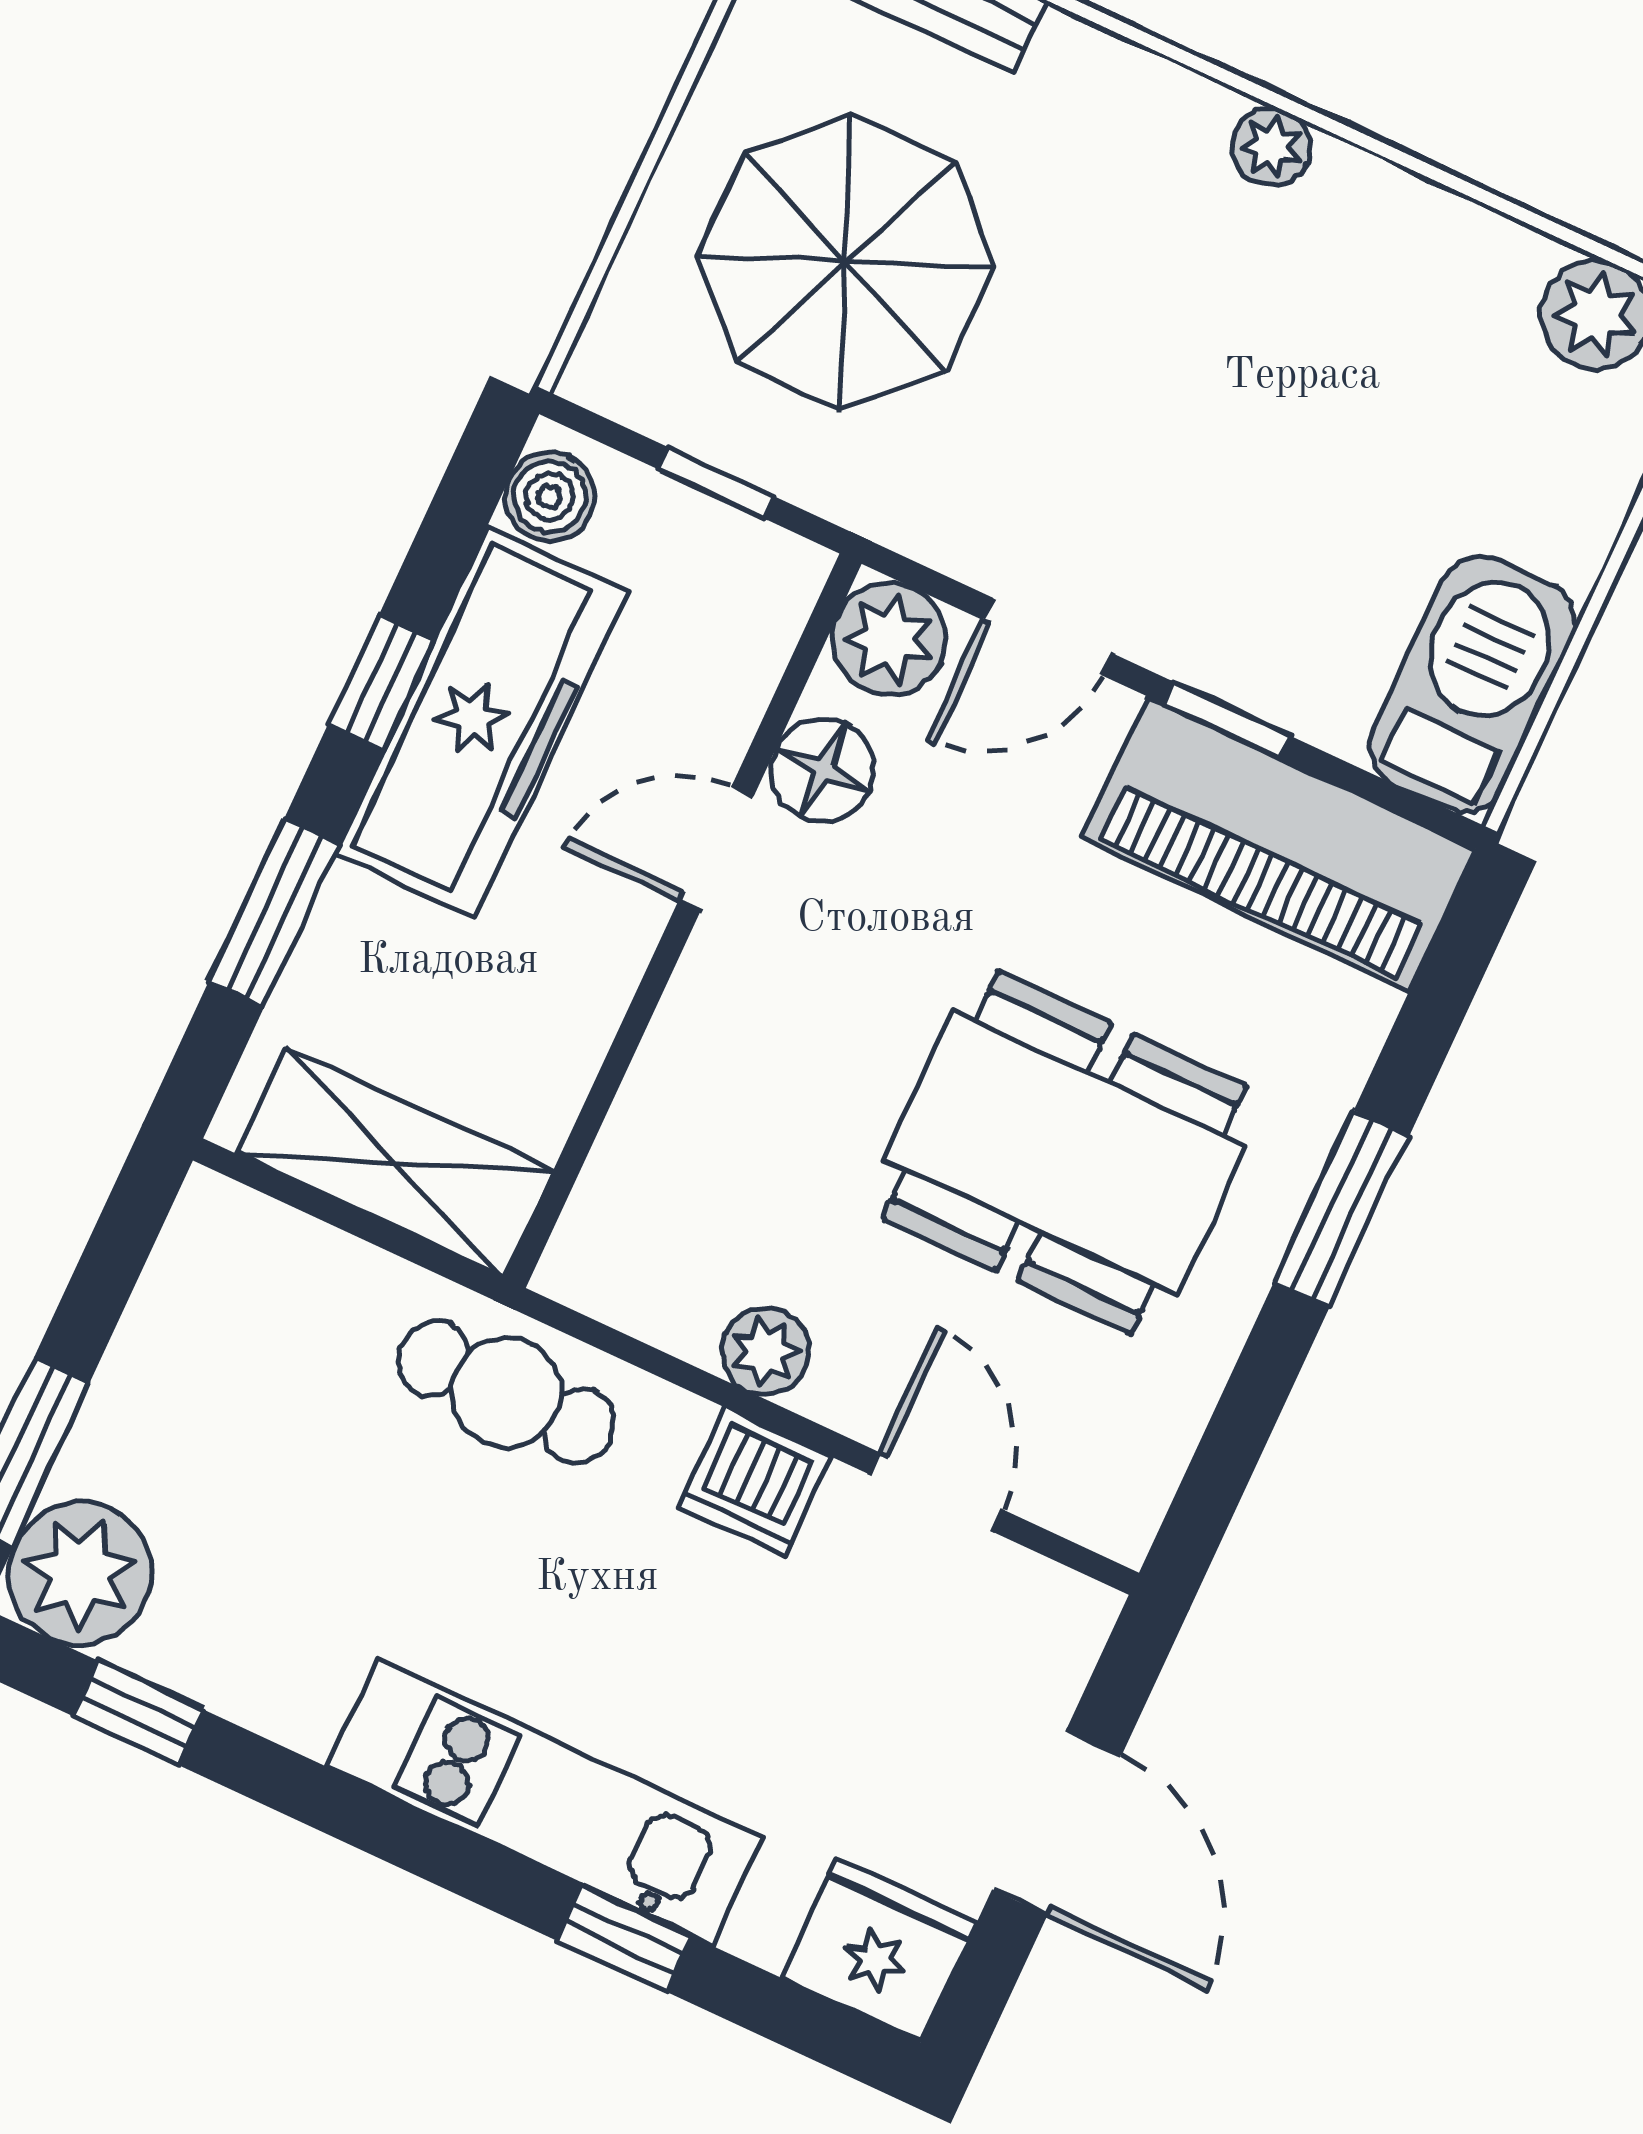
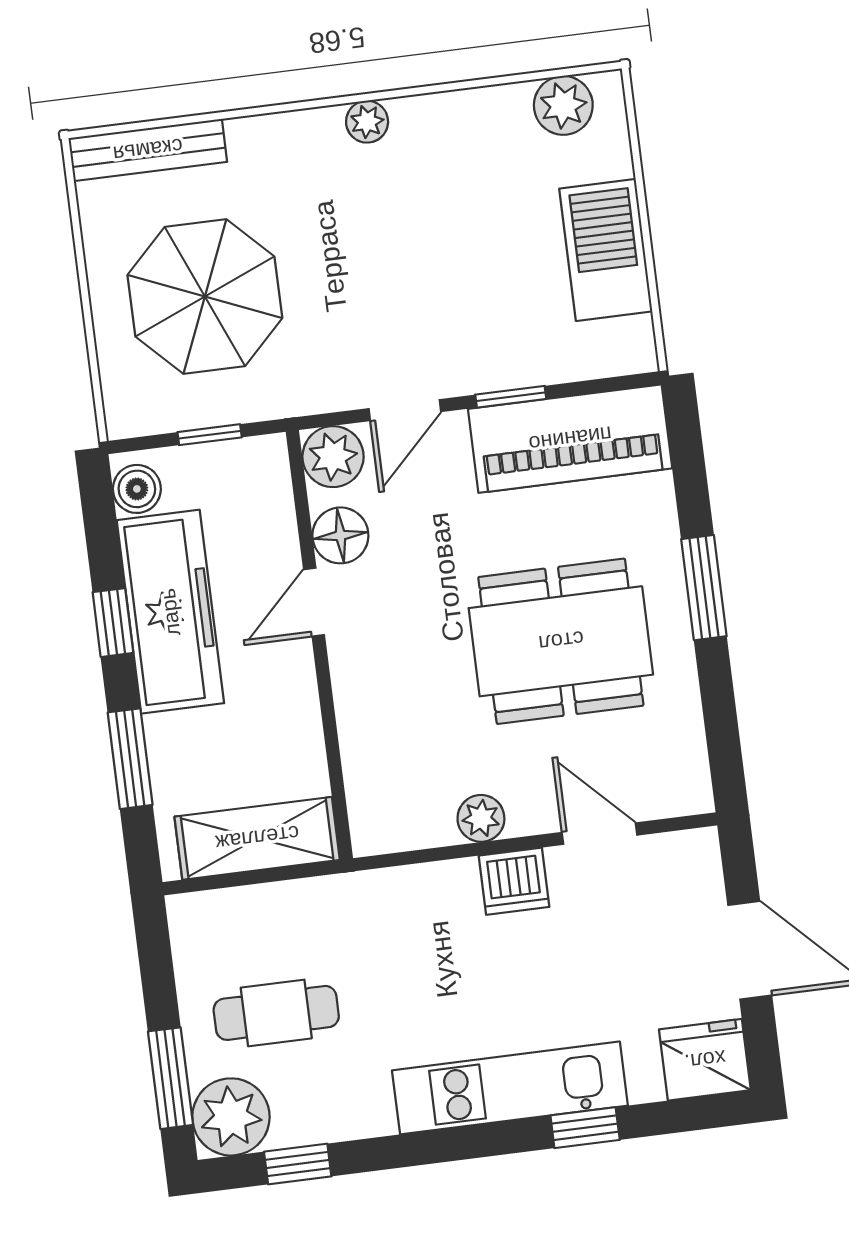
barbecue: (1473, 684) -> (606, 250), moved
cafe table: (506, 1392) -> (276, 1013), moved

